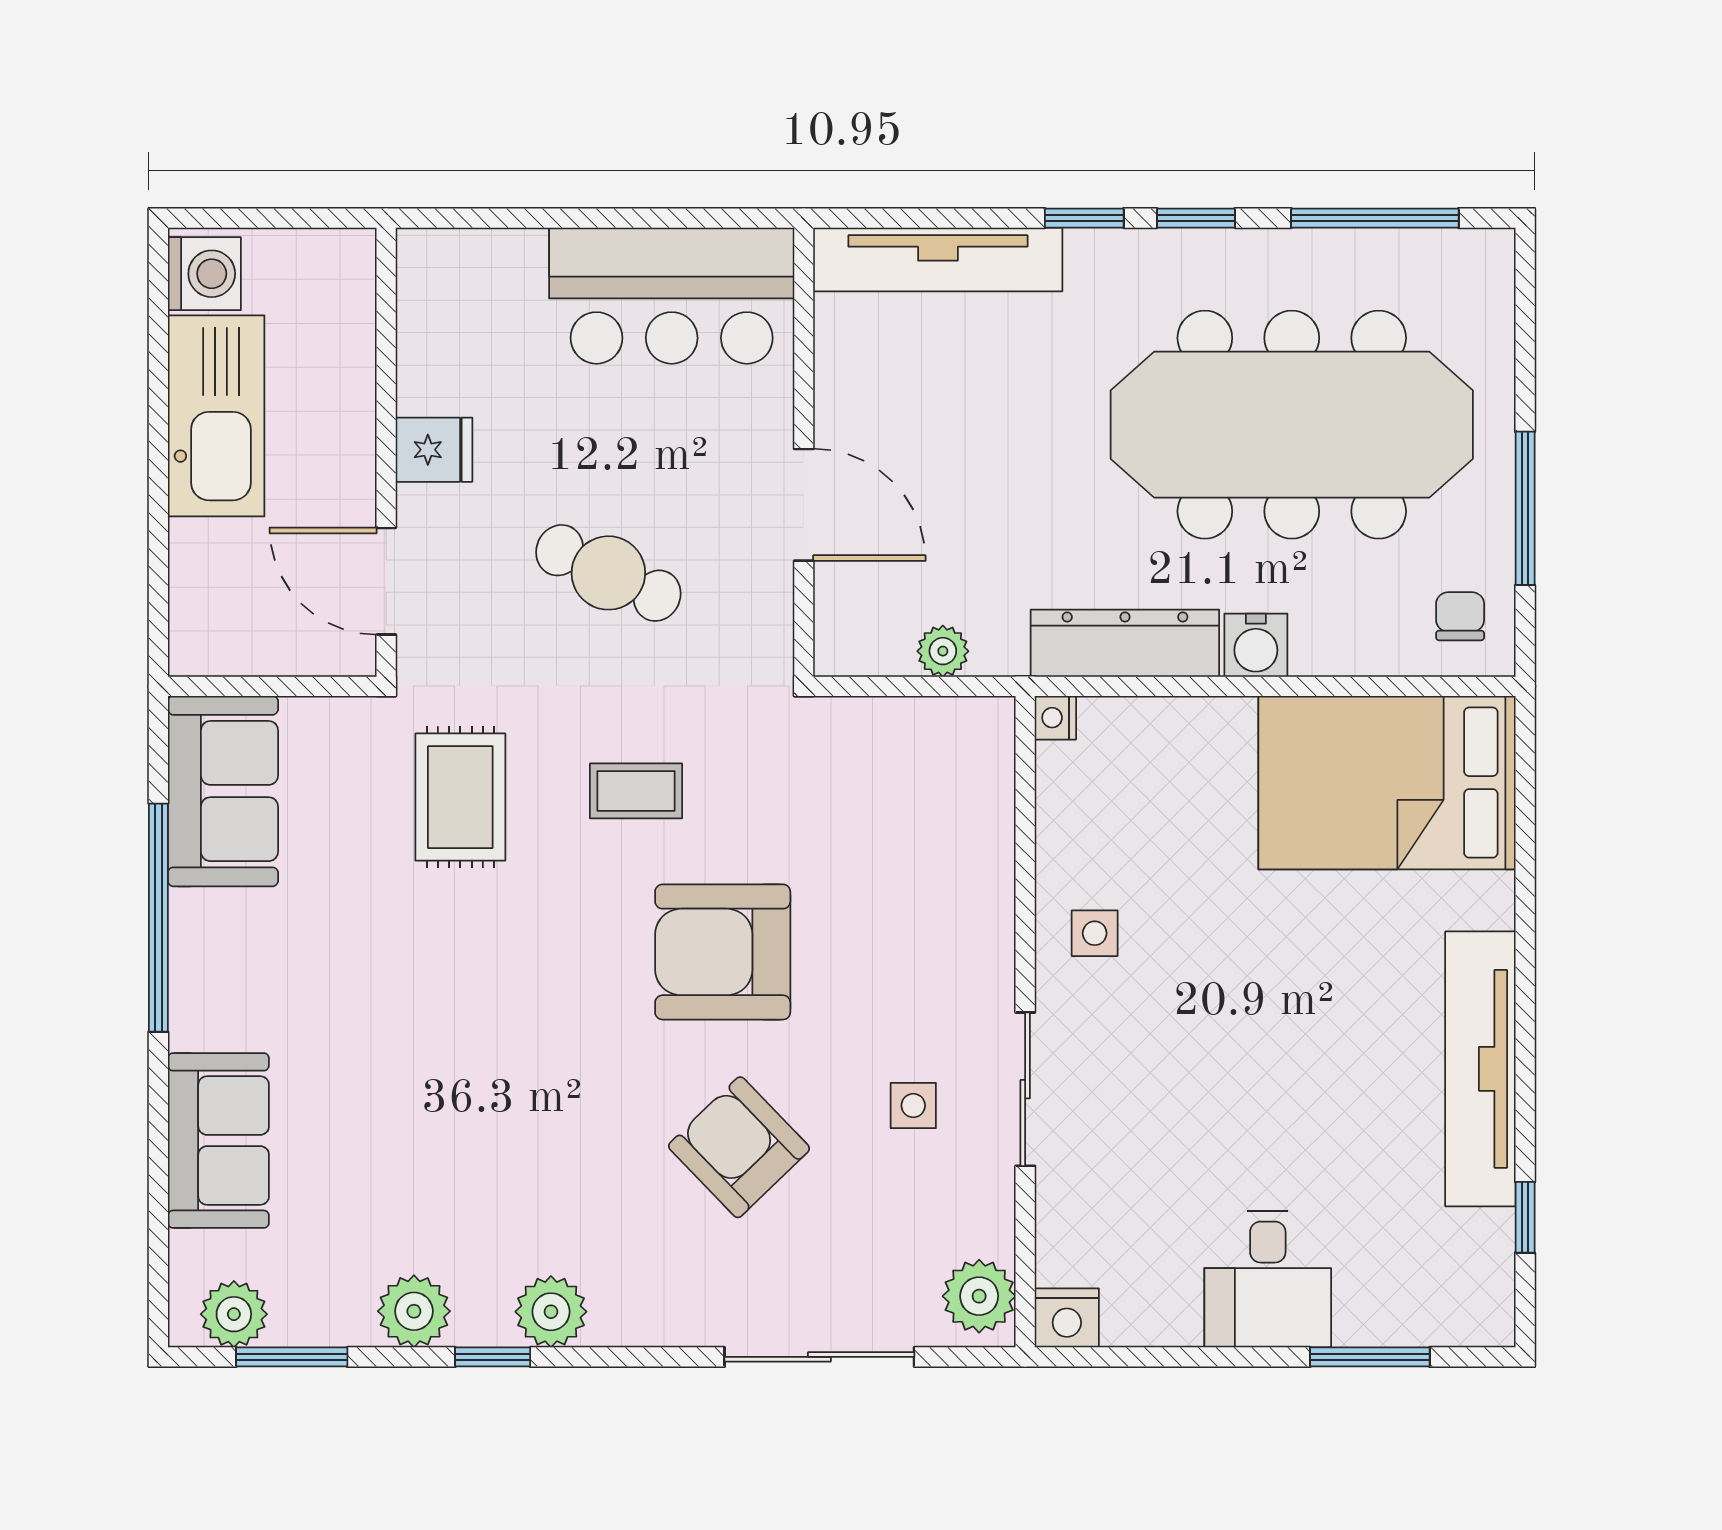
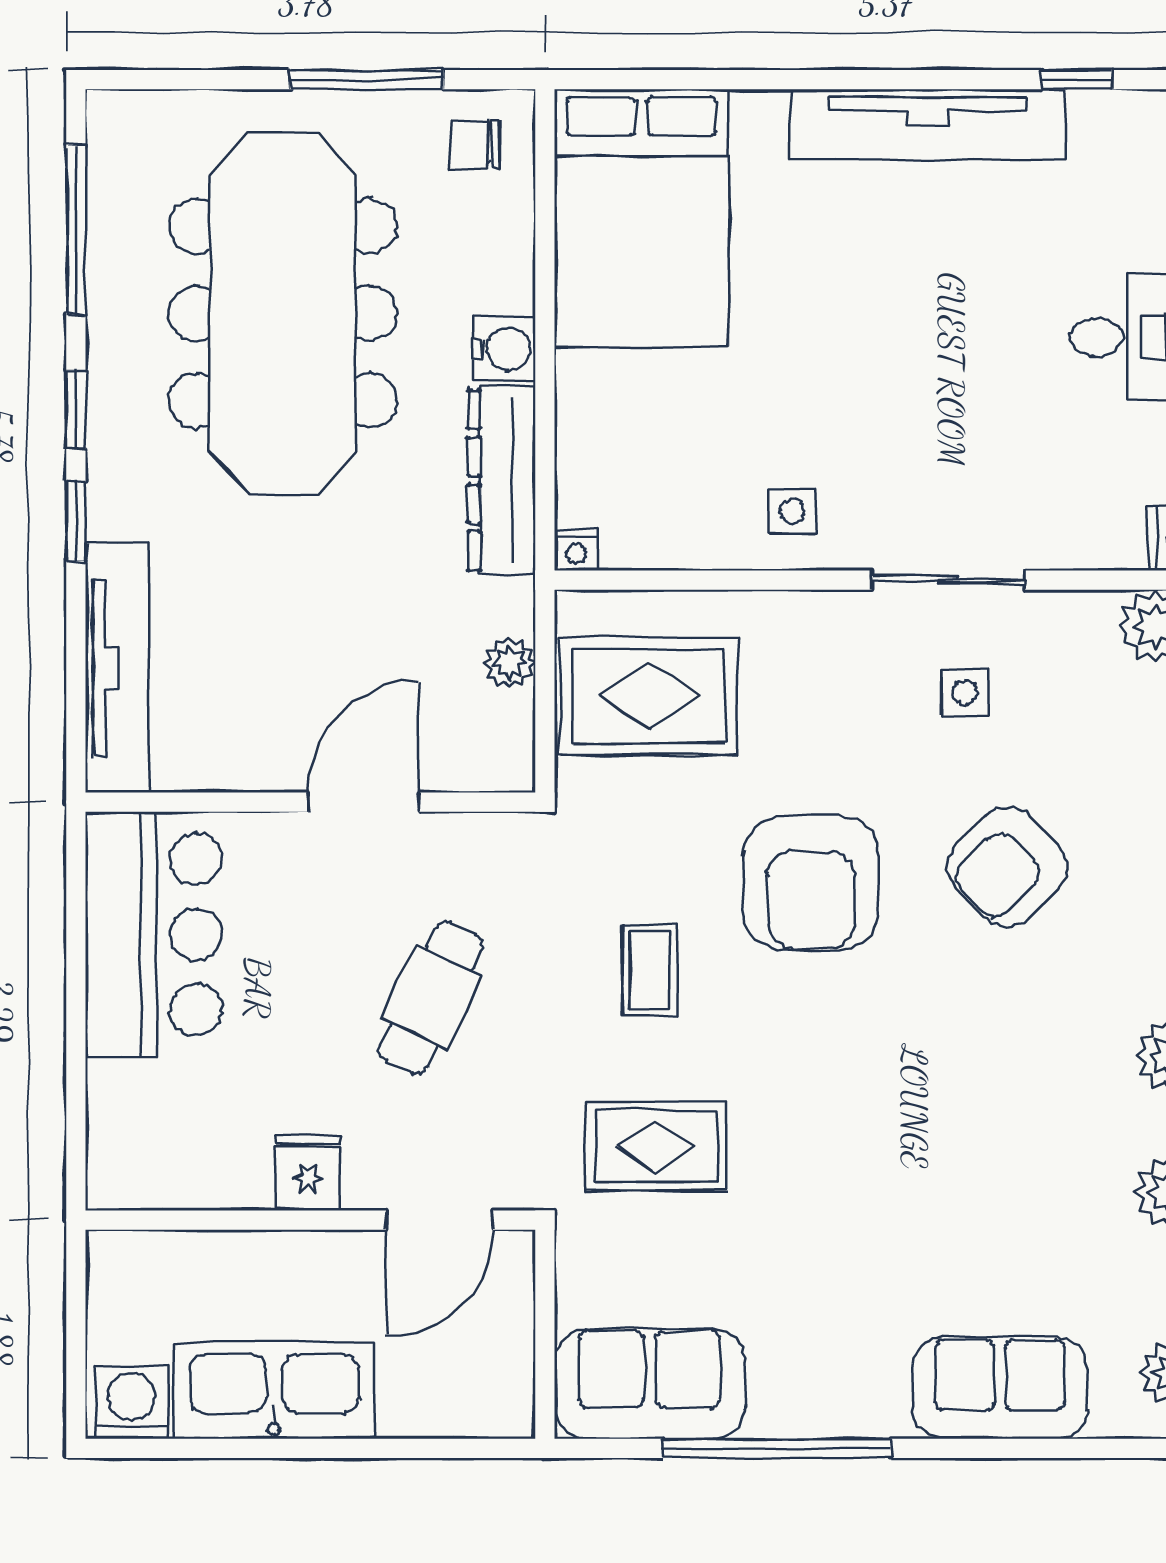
rug: (909, 790) -> (649, 696), added

